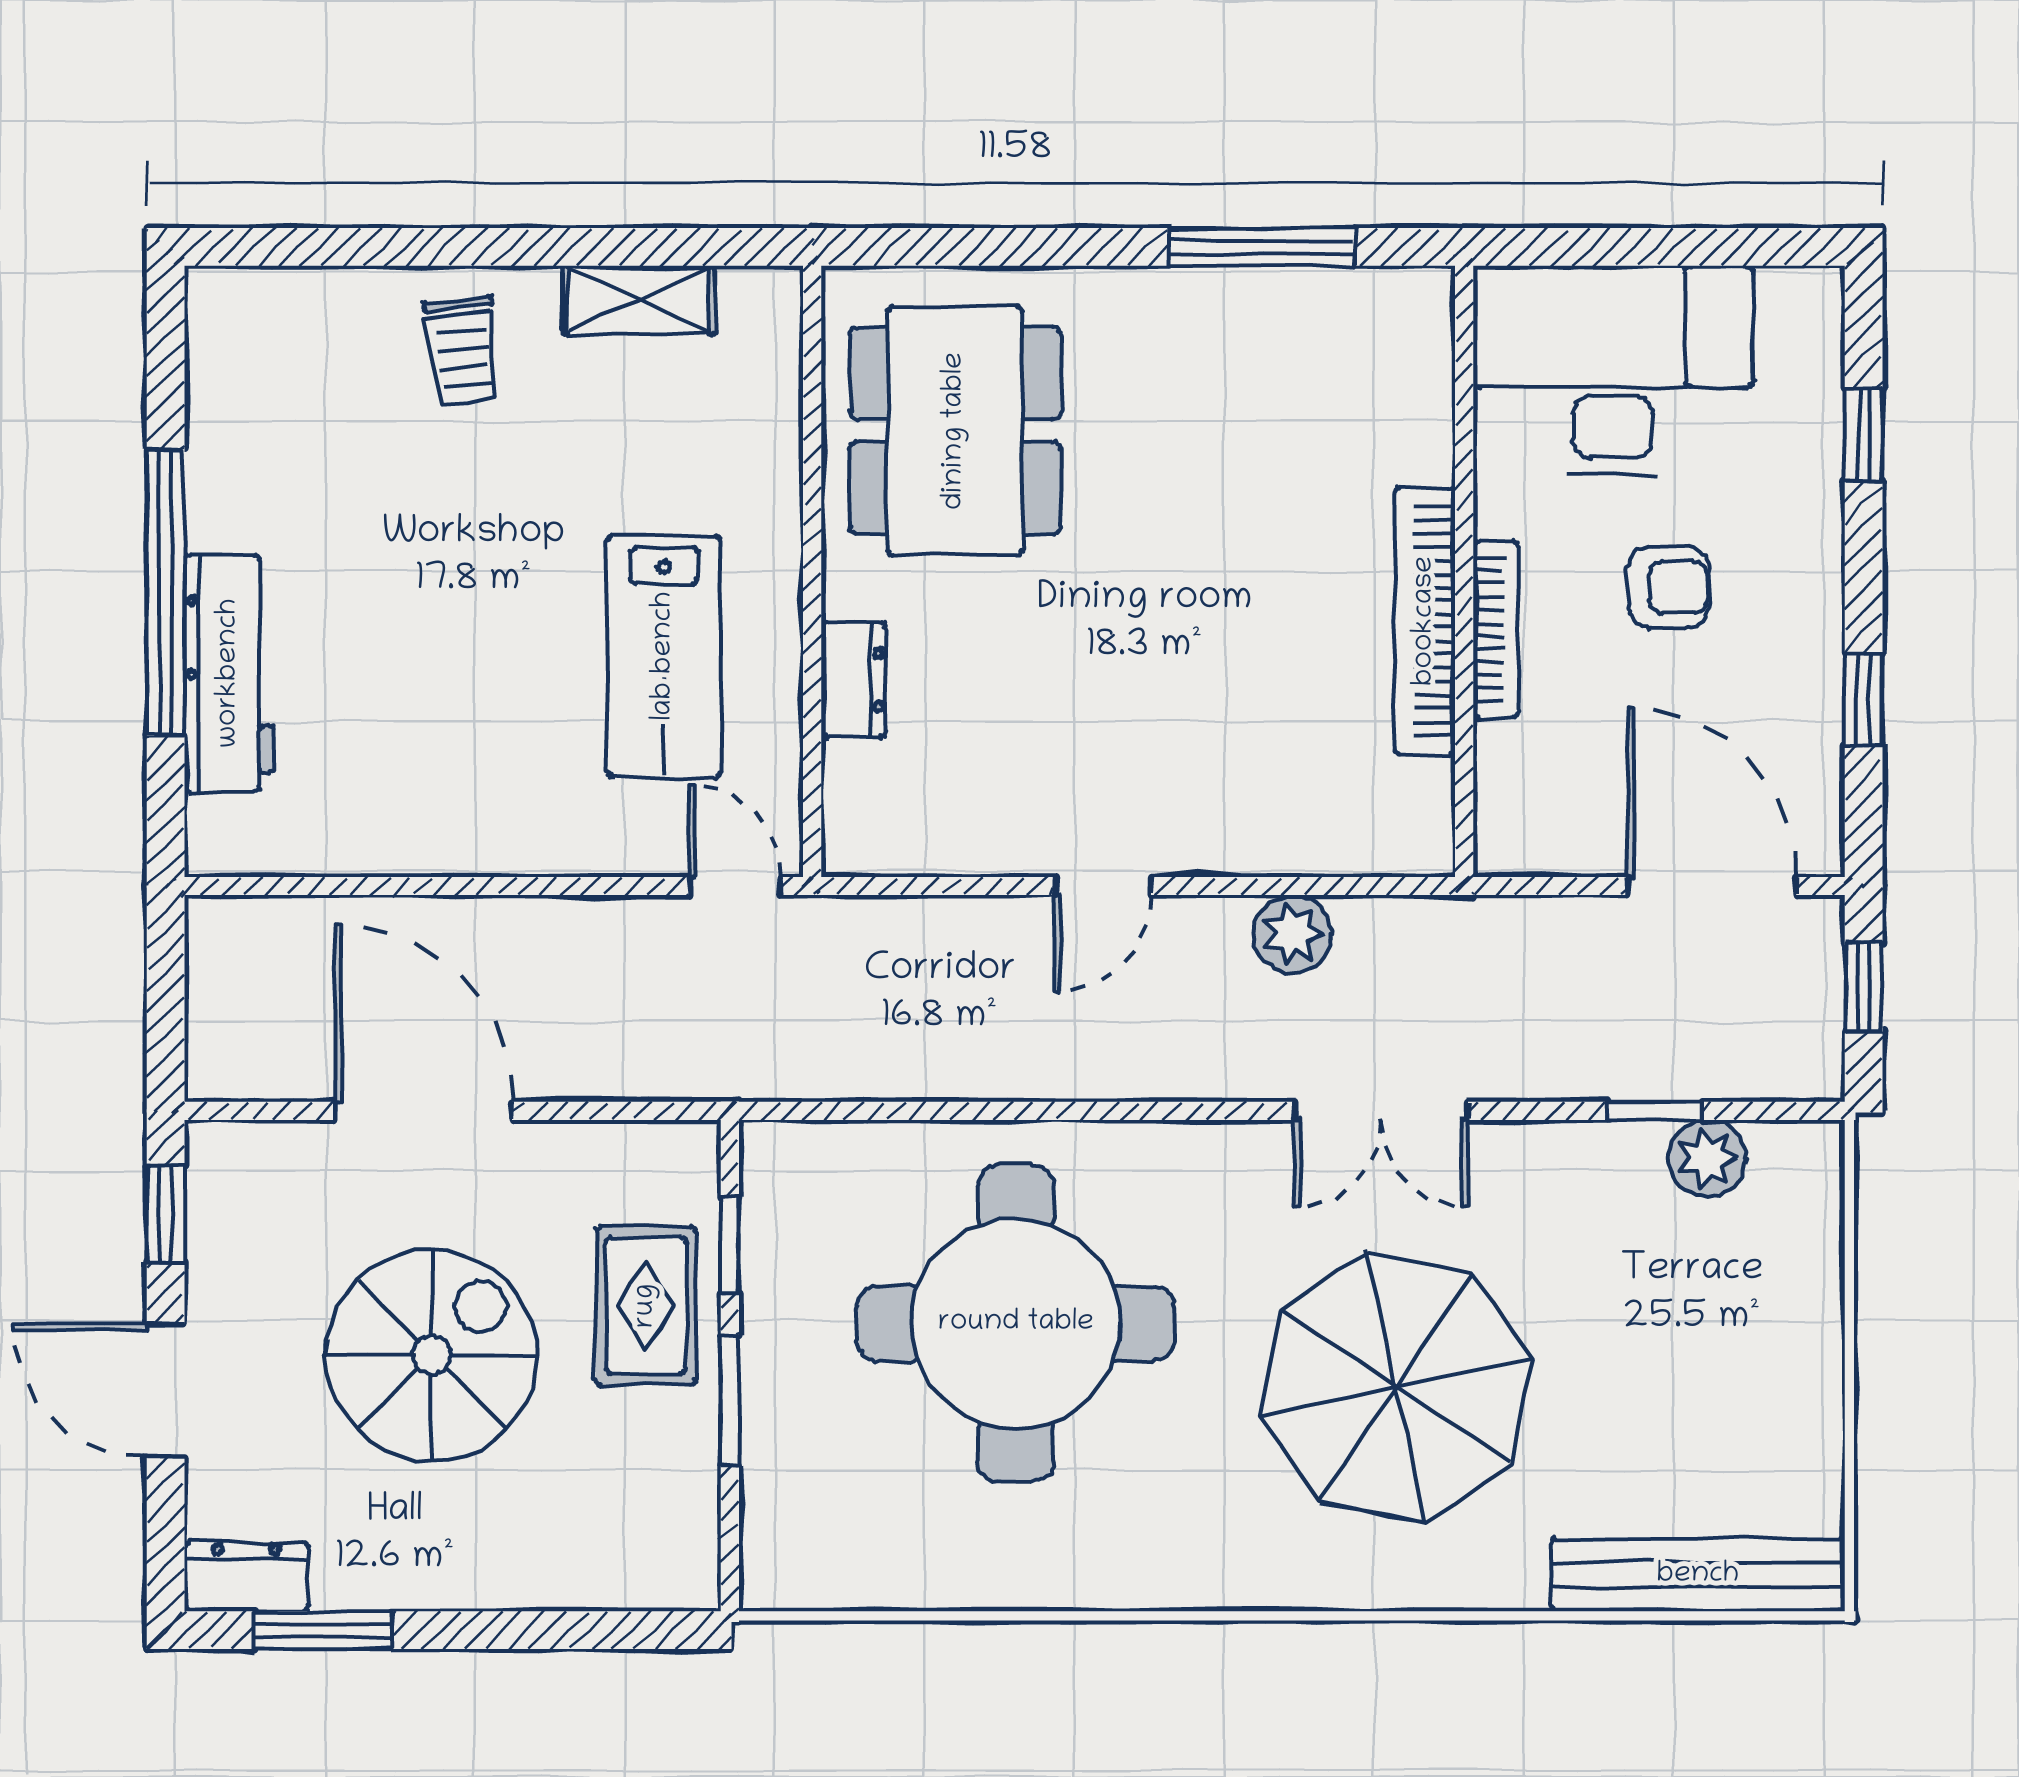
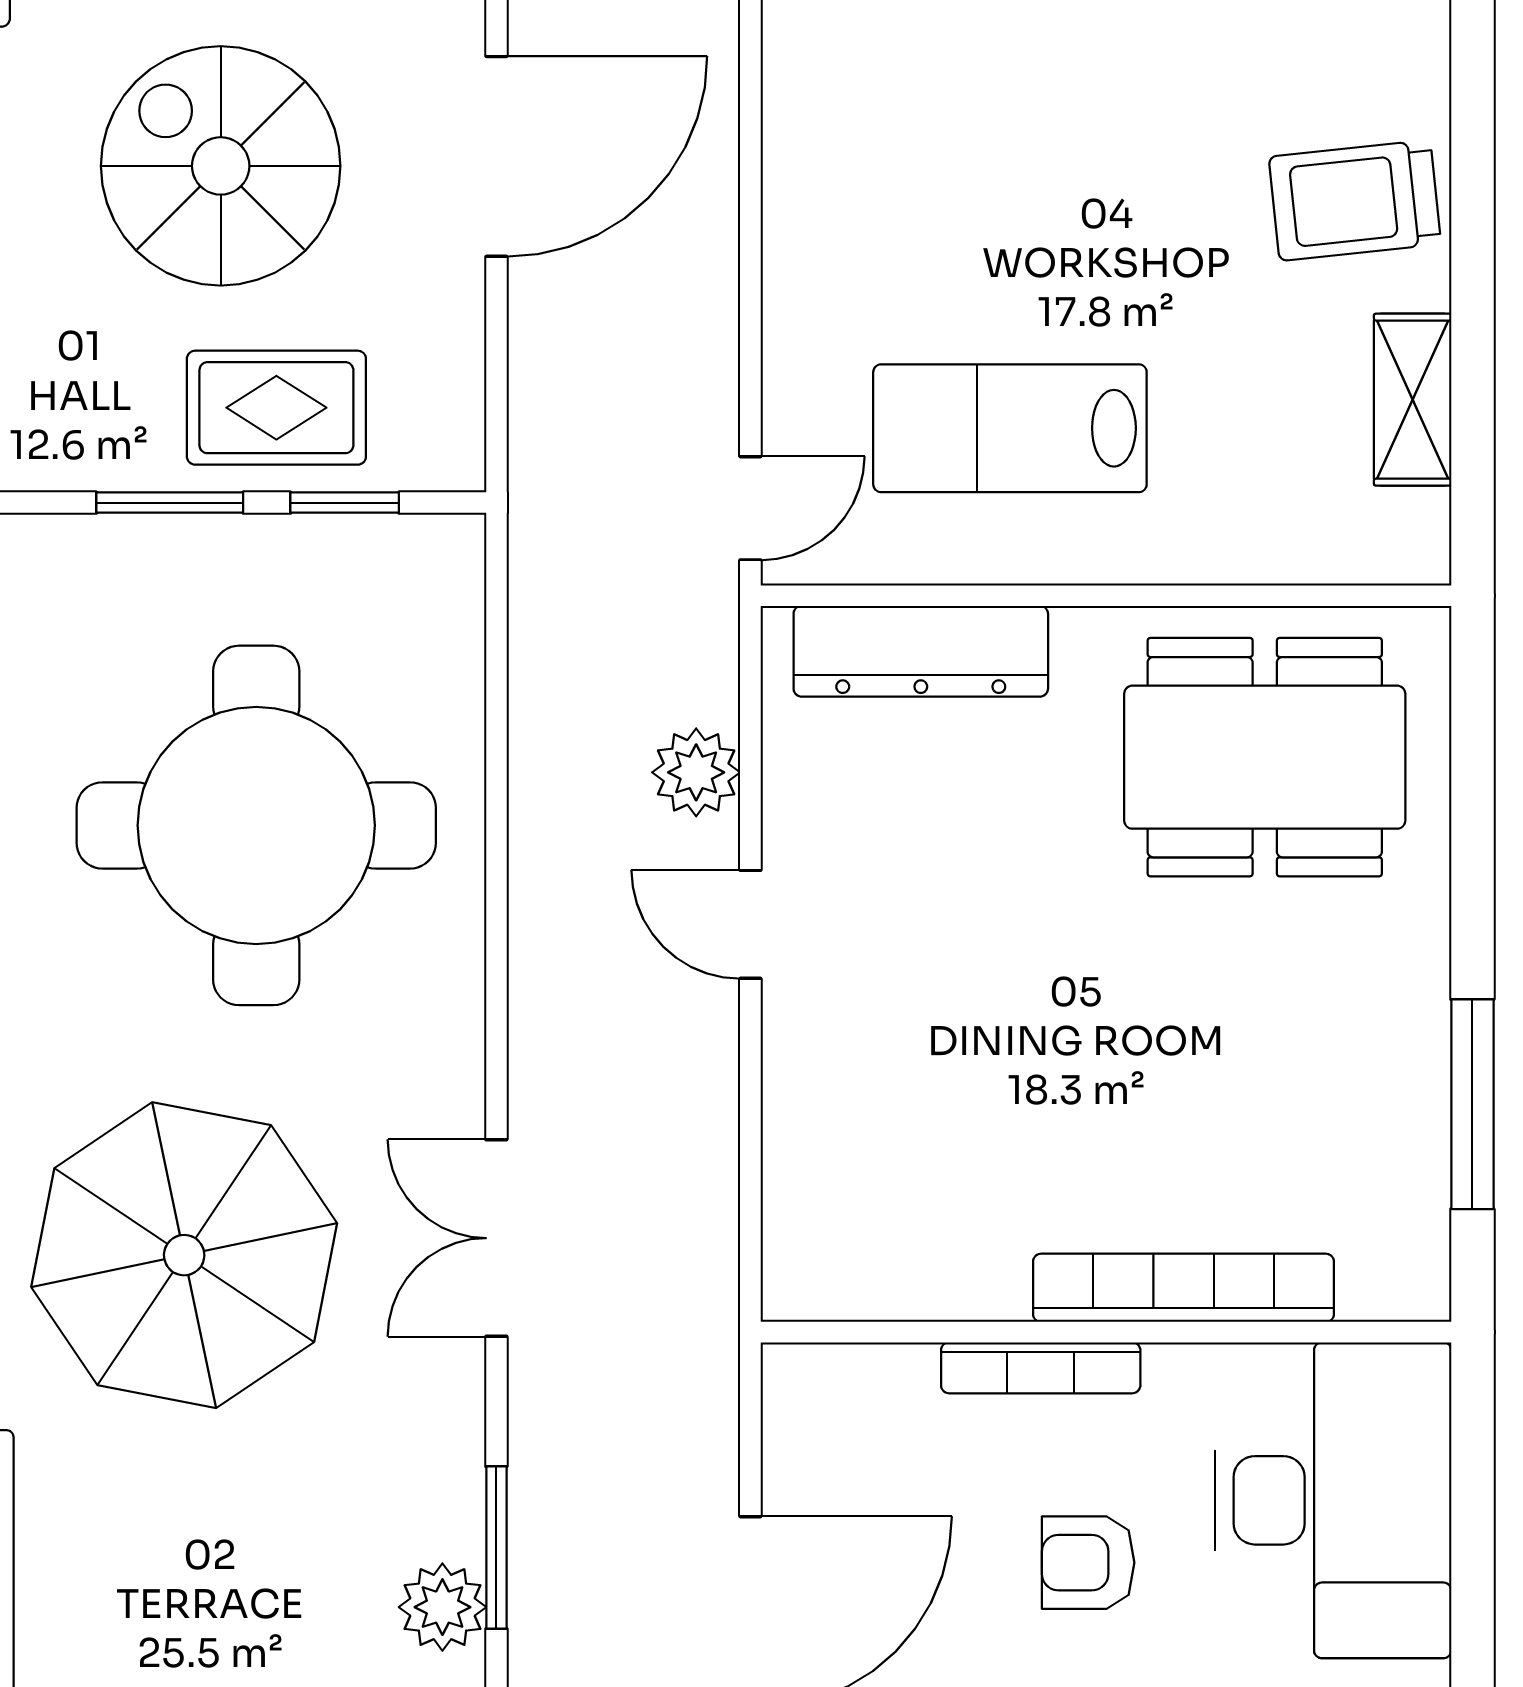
trolley: (462, 351) -> (1355, 200), width x1.36, depth x1.39
armchair: (1668, 587) -> (1088, 1563), turned 90
bookcase: (1425, 621) -> (1183, 1288), moved
dresser: (854, 680) -> (921, 651), width x1.96, depth x1.24
plant: (1293, 934) -> (696, 772), moved
window: (1655, 1111) -> (496, 1548), width x1.50
spiral stairs: (432, 1355) -> (221, 166), turned 180

